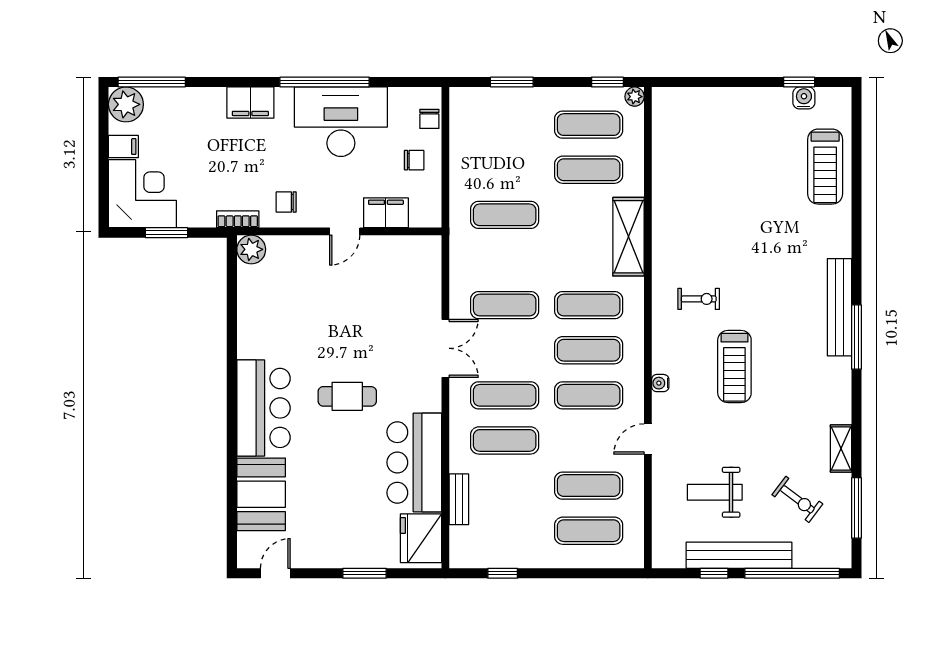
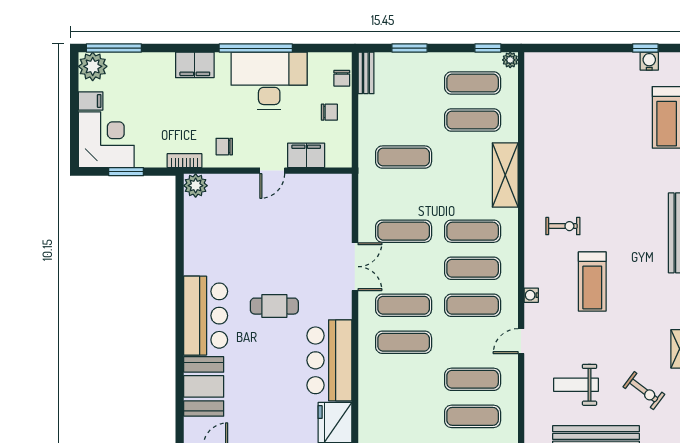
bench: (459, 499) -> (366, 73), moved

